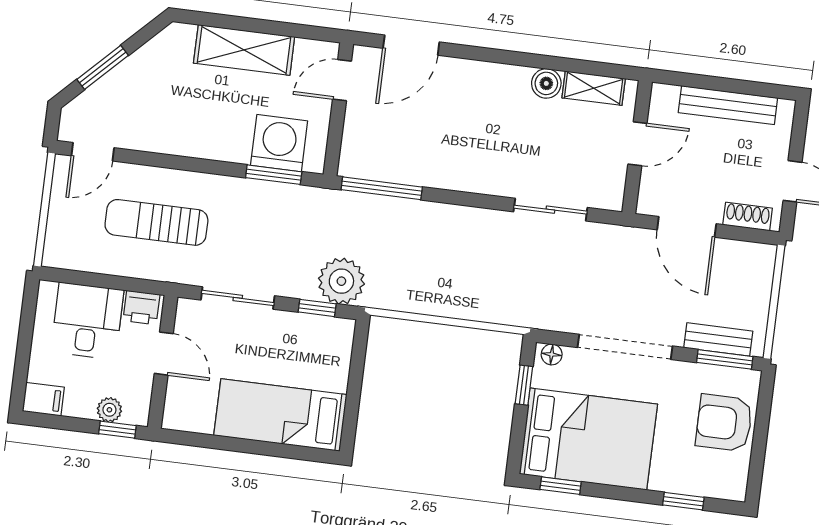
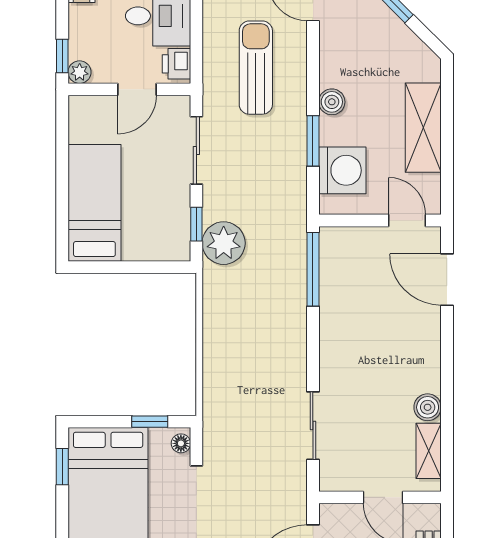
boiler: (204, 145) -> (332, 102), added
window: (274, 175) -> (313, 141), moved
plant: (109, 410) -> (80, 72), moved

